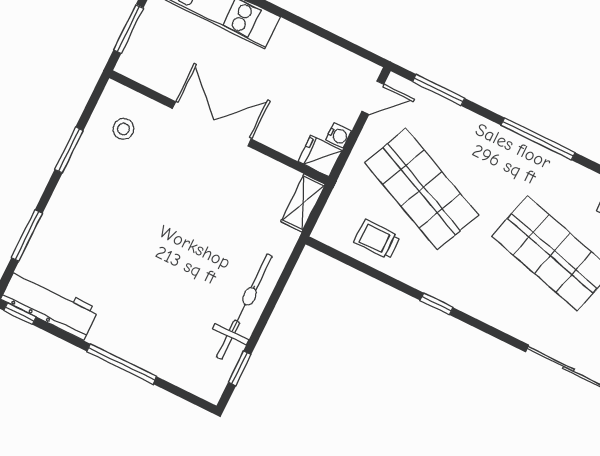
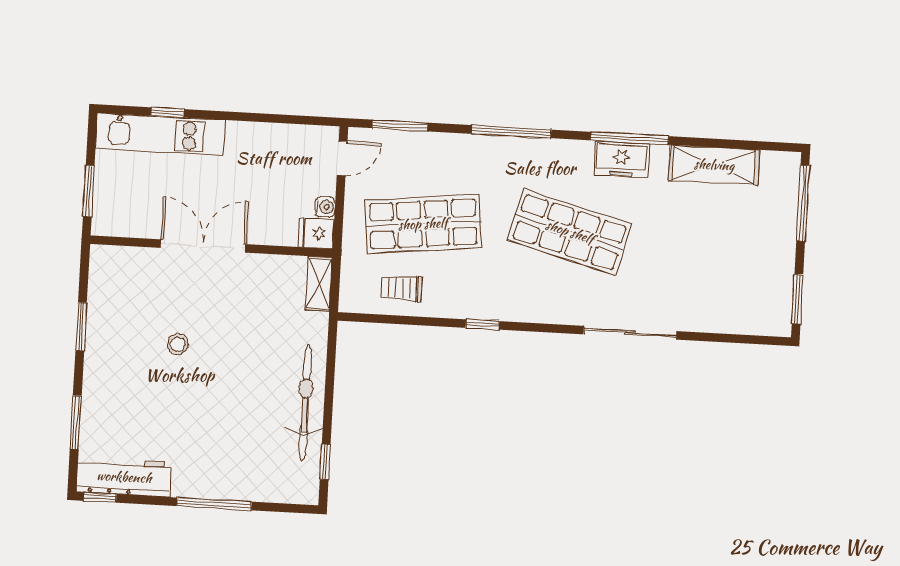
stool: (123, 129) -> (178, 344), moved
shop shelf: (421, 189) -> (423, 224), turned -30

